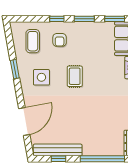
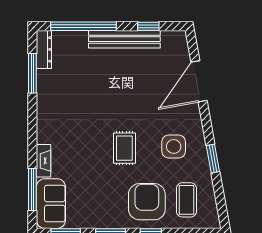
armchair: (60, 40) -> (147, 202), width x1.88, depth x1.88
bench: (58, 150) -> (124, 39), moved

